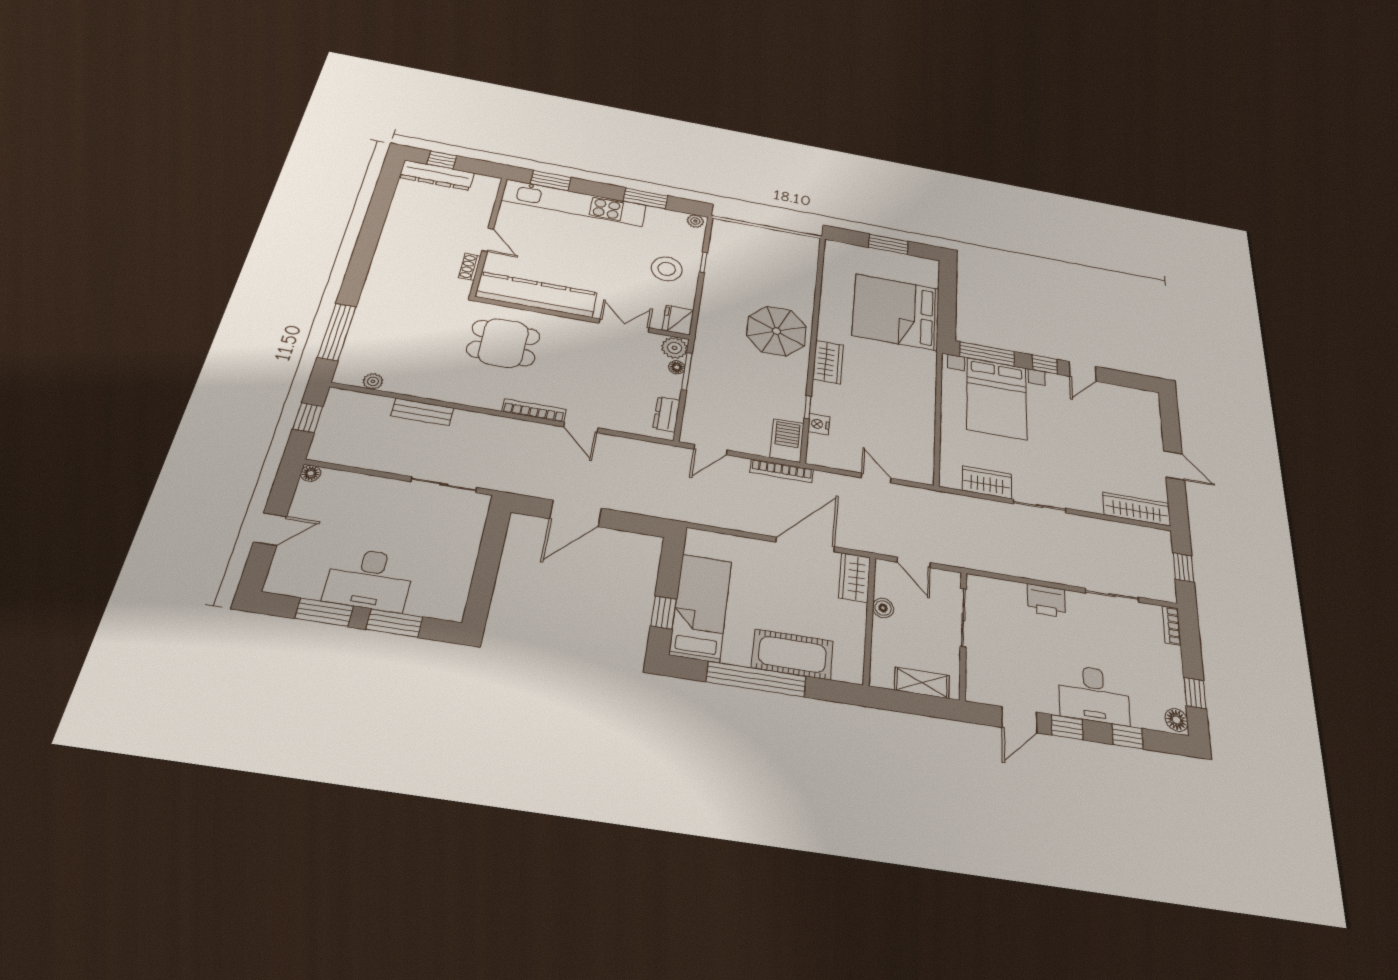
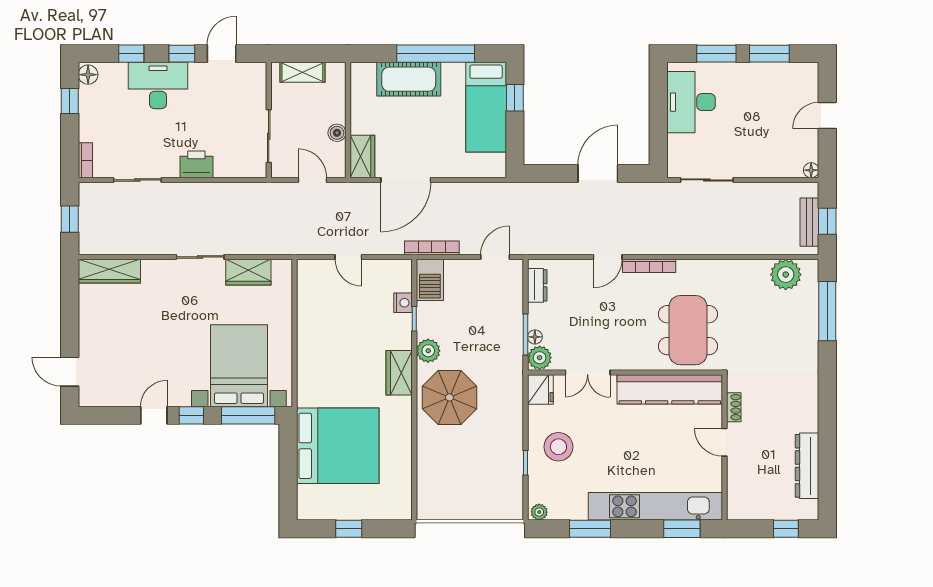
dresser: (437, 175) -> (807, 466), moved, turned -90
window: (888, 244) -> (349, 529), width x0.67
dining table: (503, 343) -> (688, 330), width x1.38
plant: (795, 376) -> (428, 351), added
plant: (373, 381) -> (786, 275), width x1.88, depth x1.88
bench: (422, 412) -> (809, 222), moved, turned 90
door: (581, 427) -> (608, 257), swing flipped
door: (1174, 465) -> (70, 372), moved
desk: (370, 579) -> (691, 102), moved, turned -90

